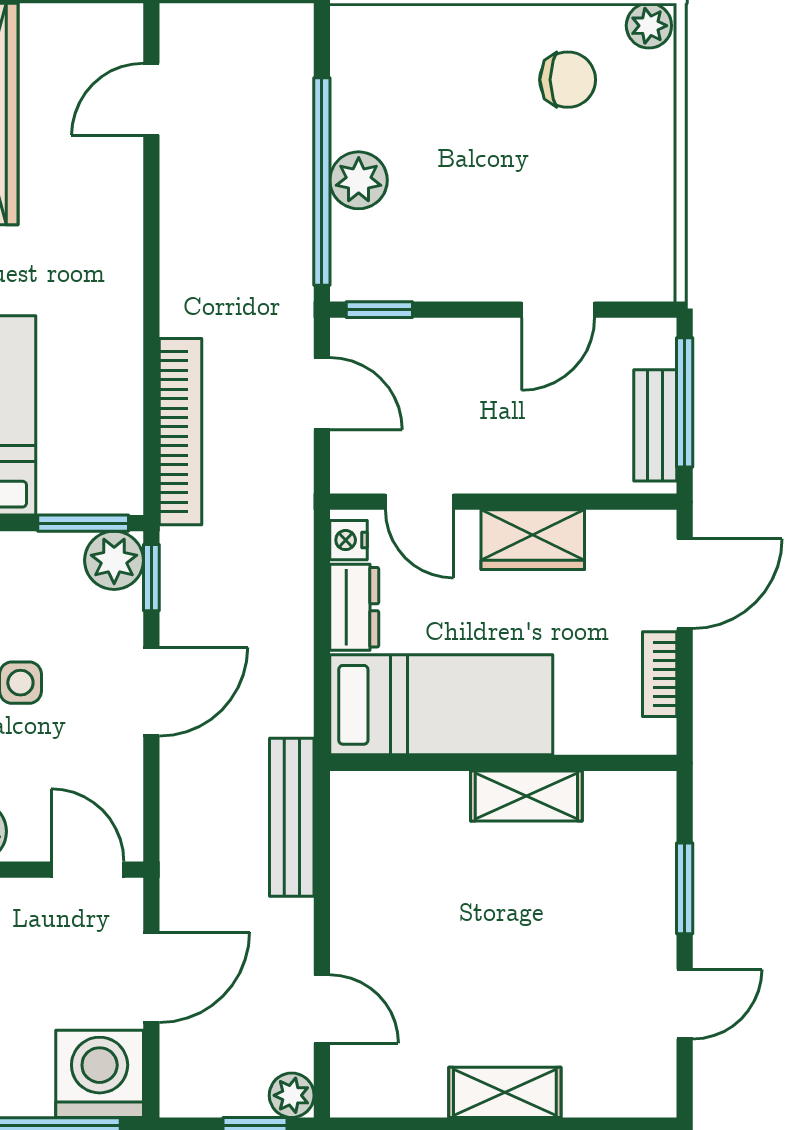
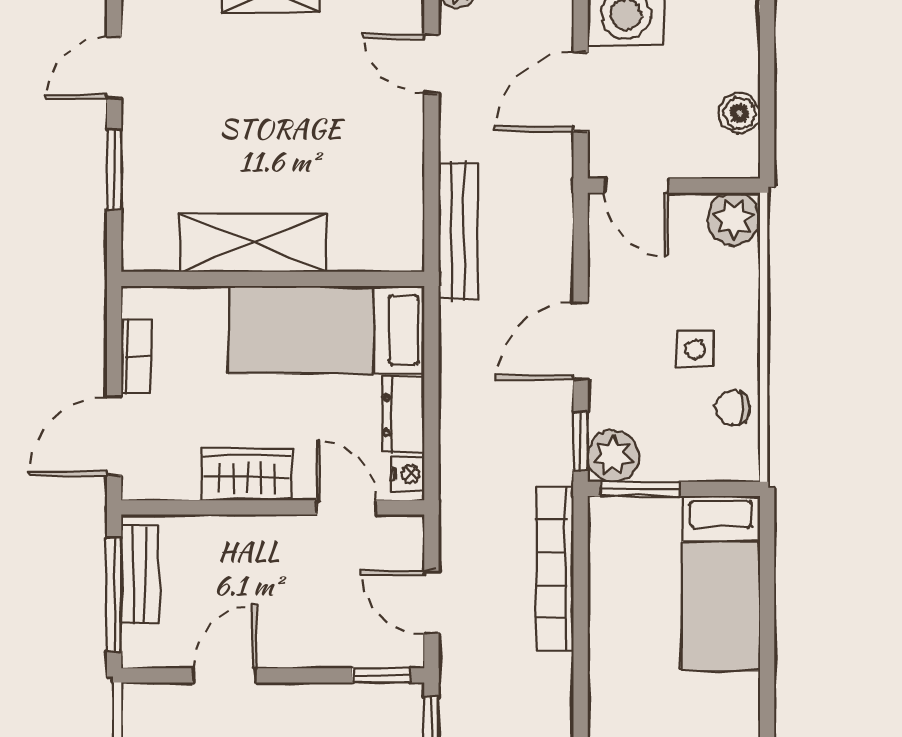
shelving: (526, 796) -> (252, 243), width x1.50, depth x1.33

